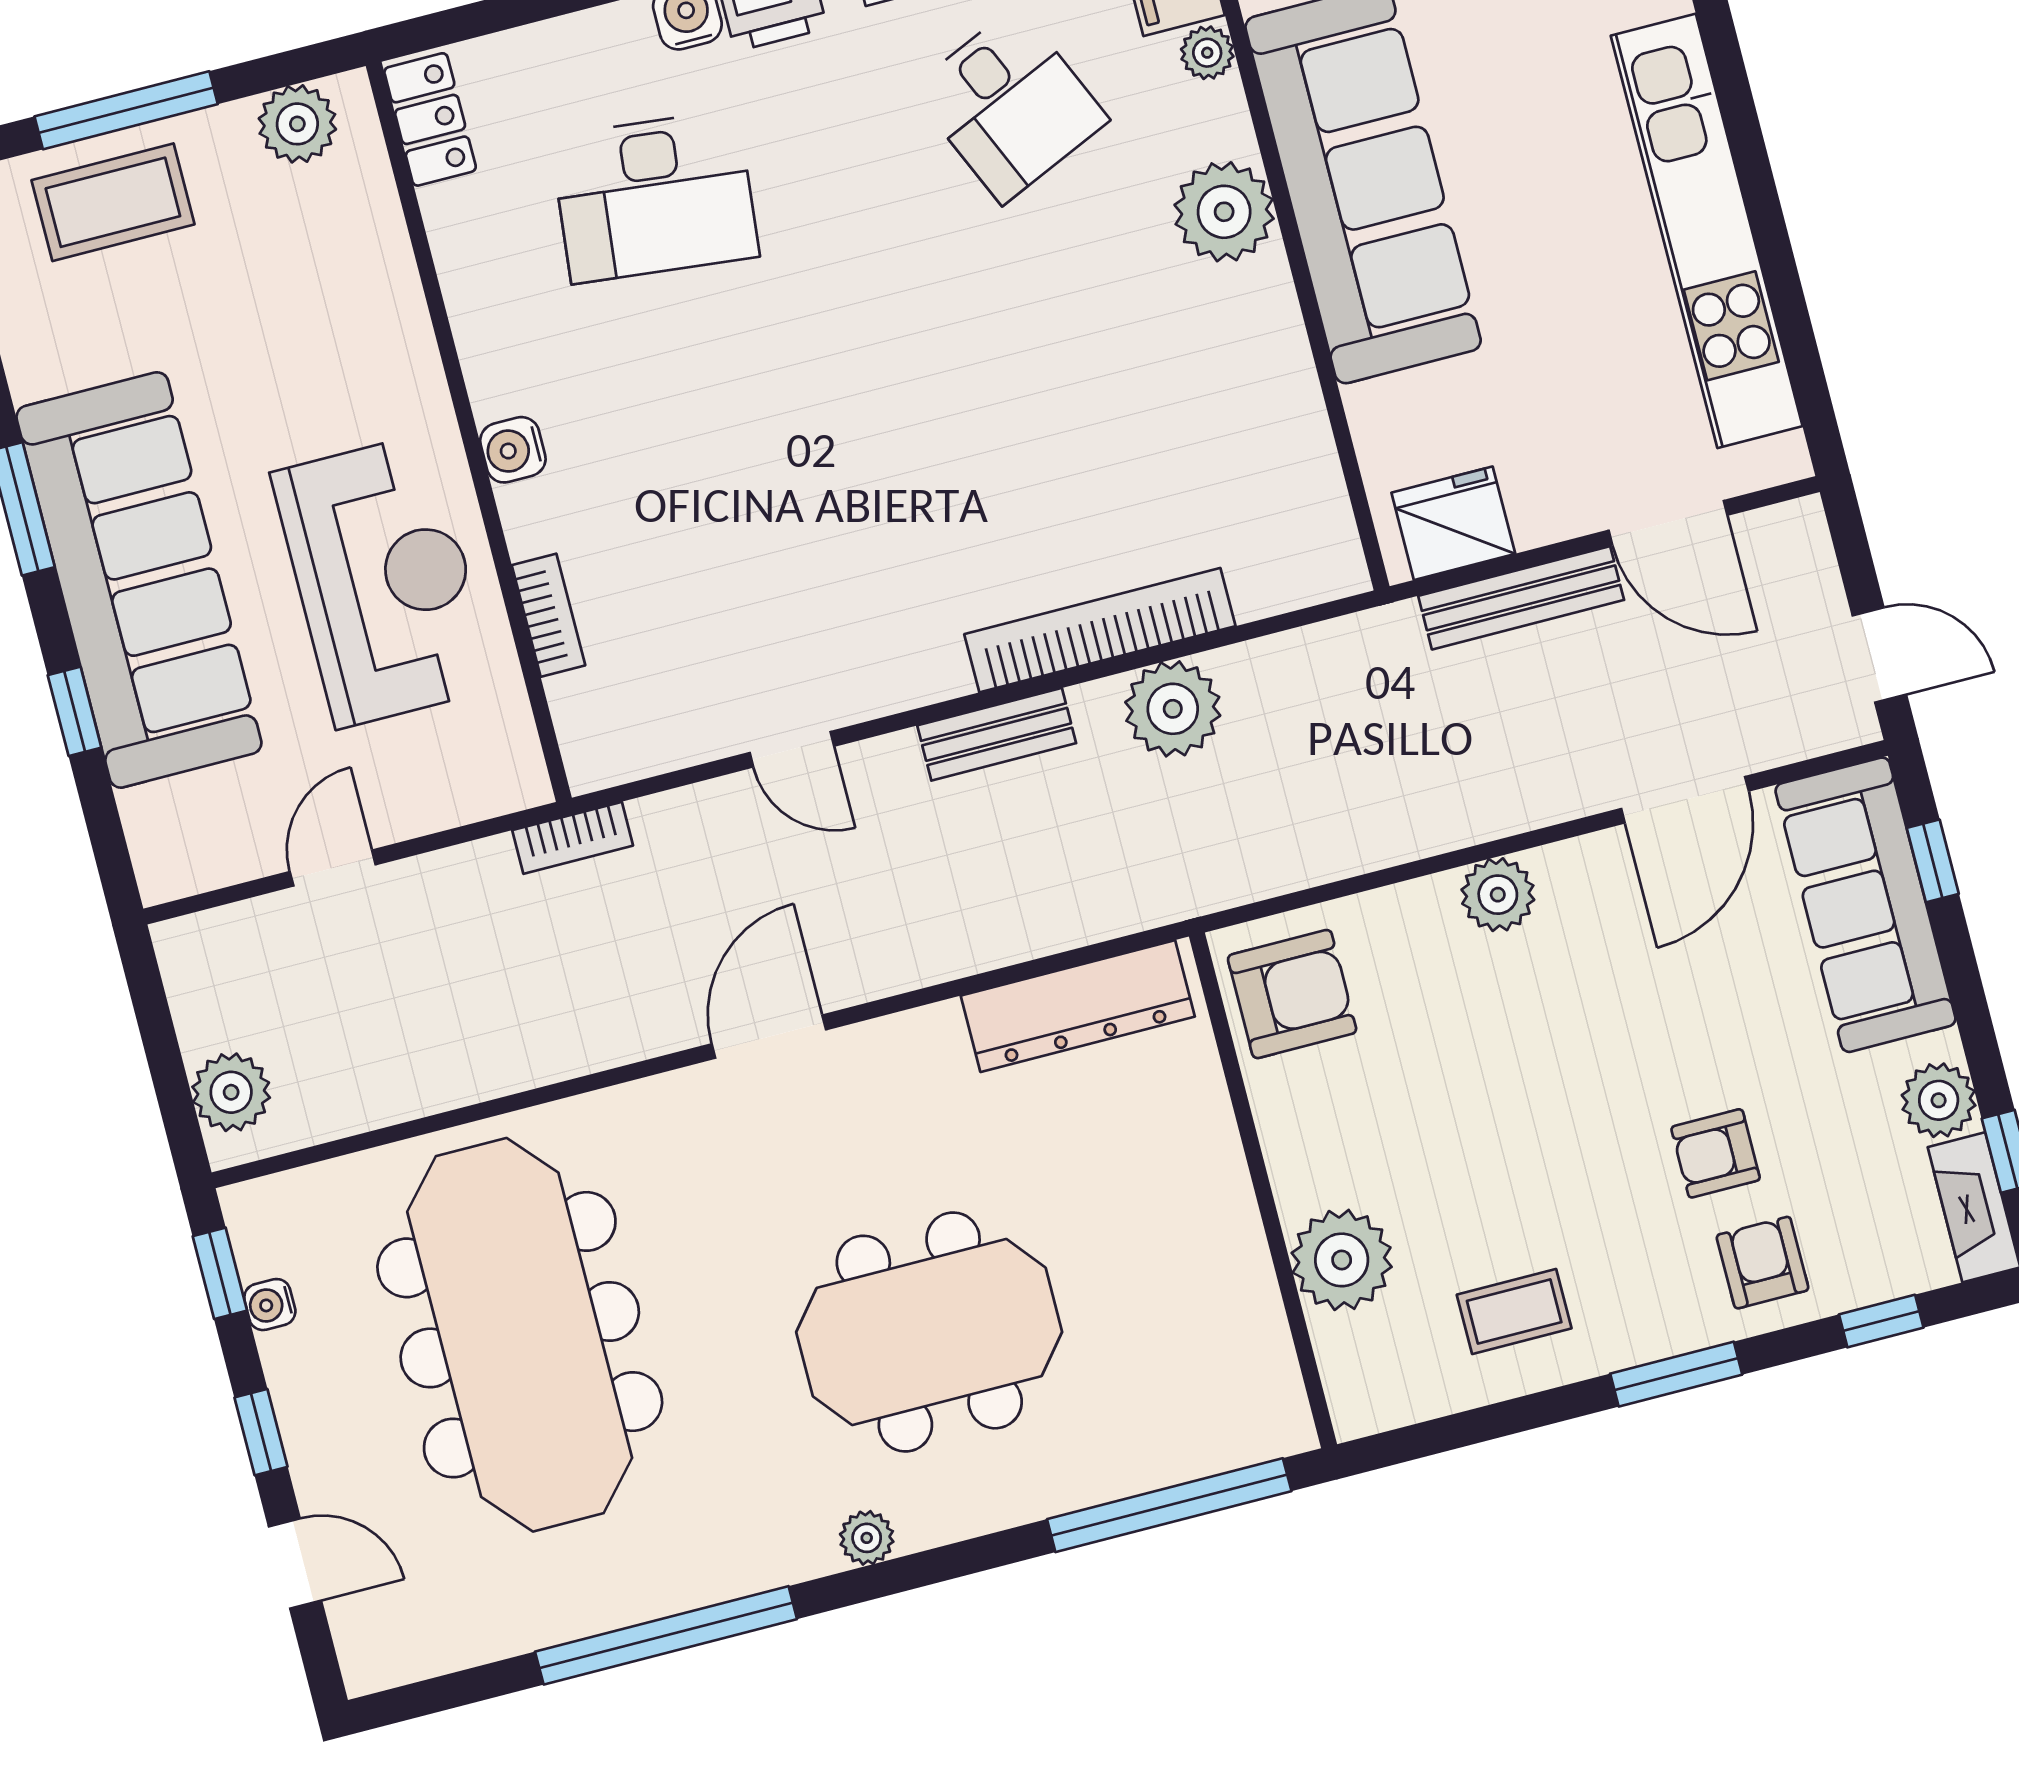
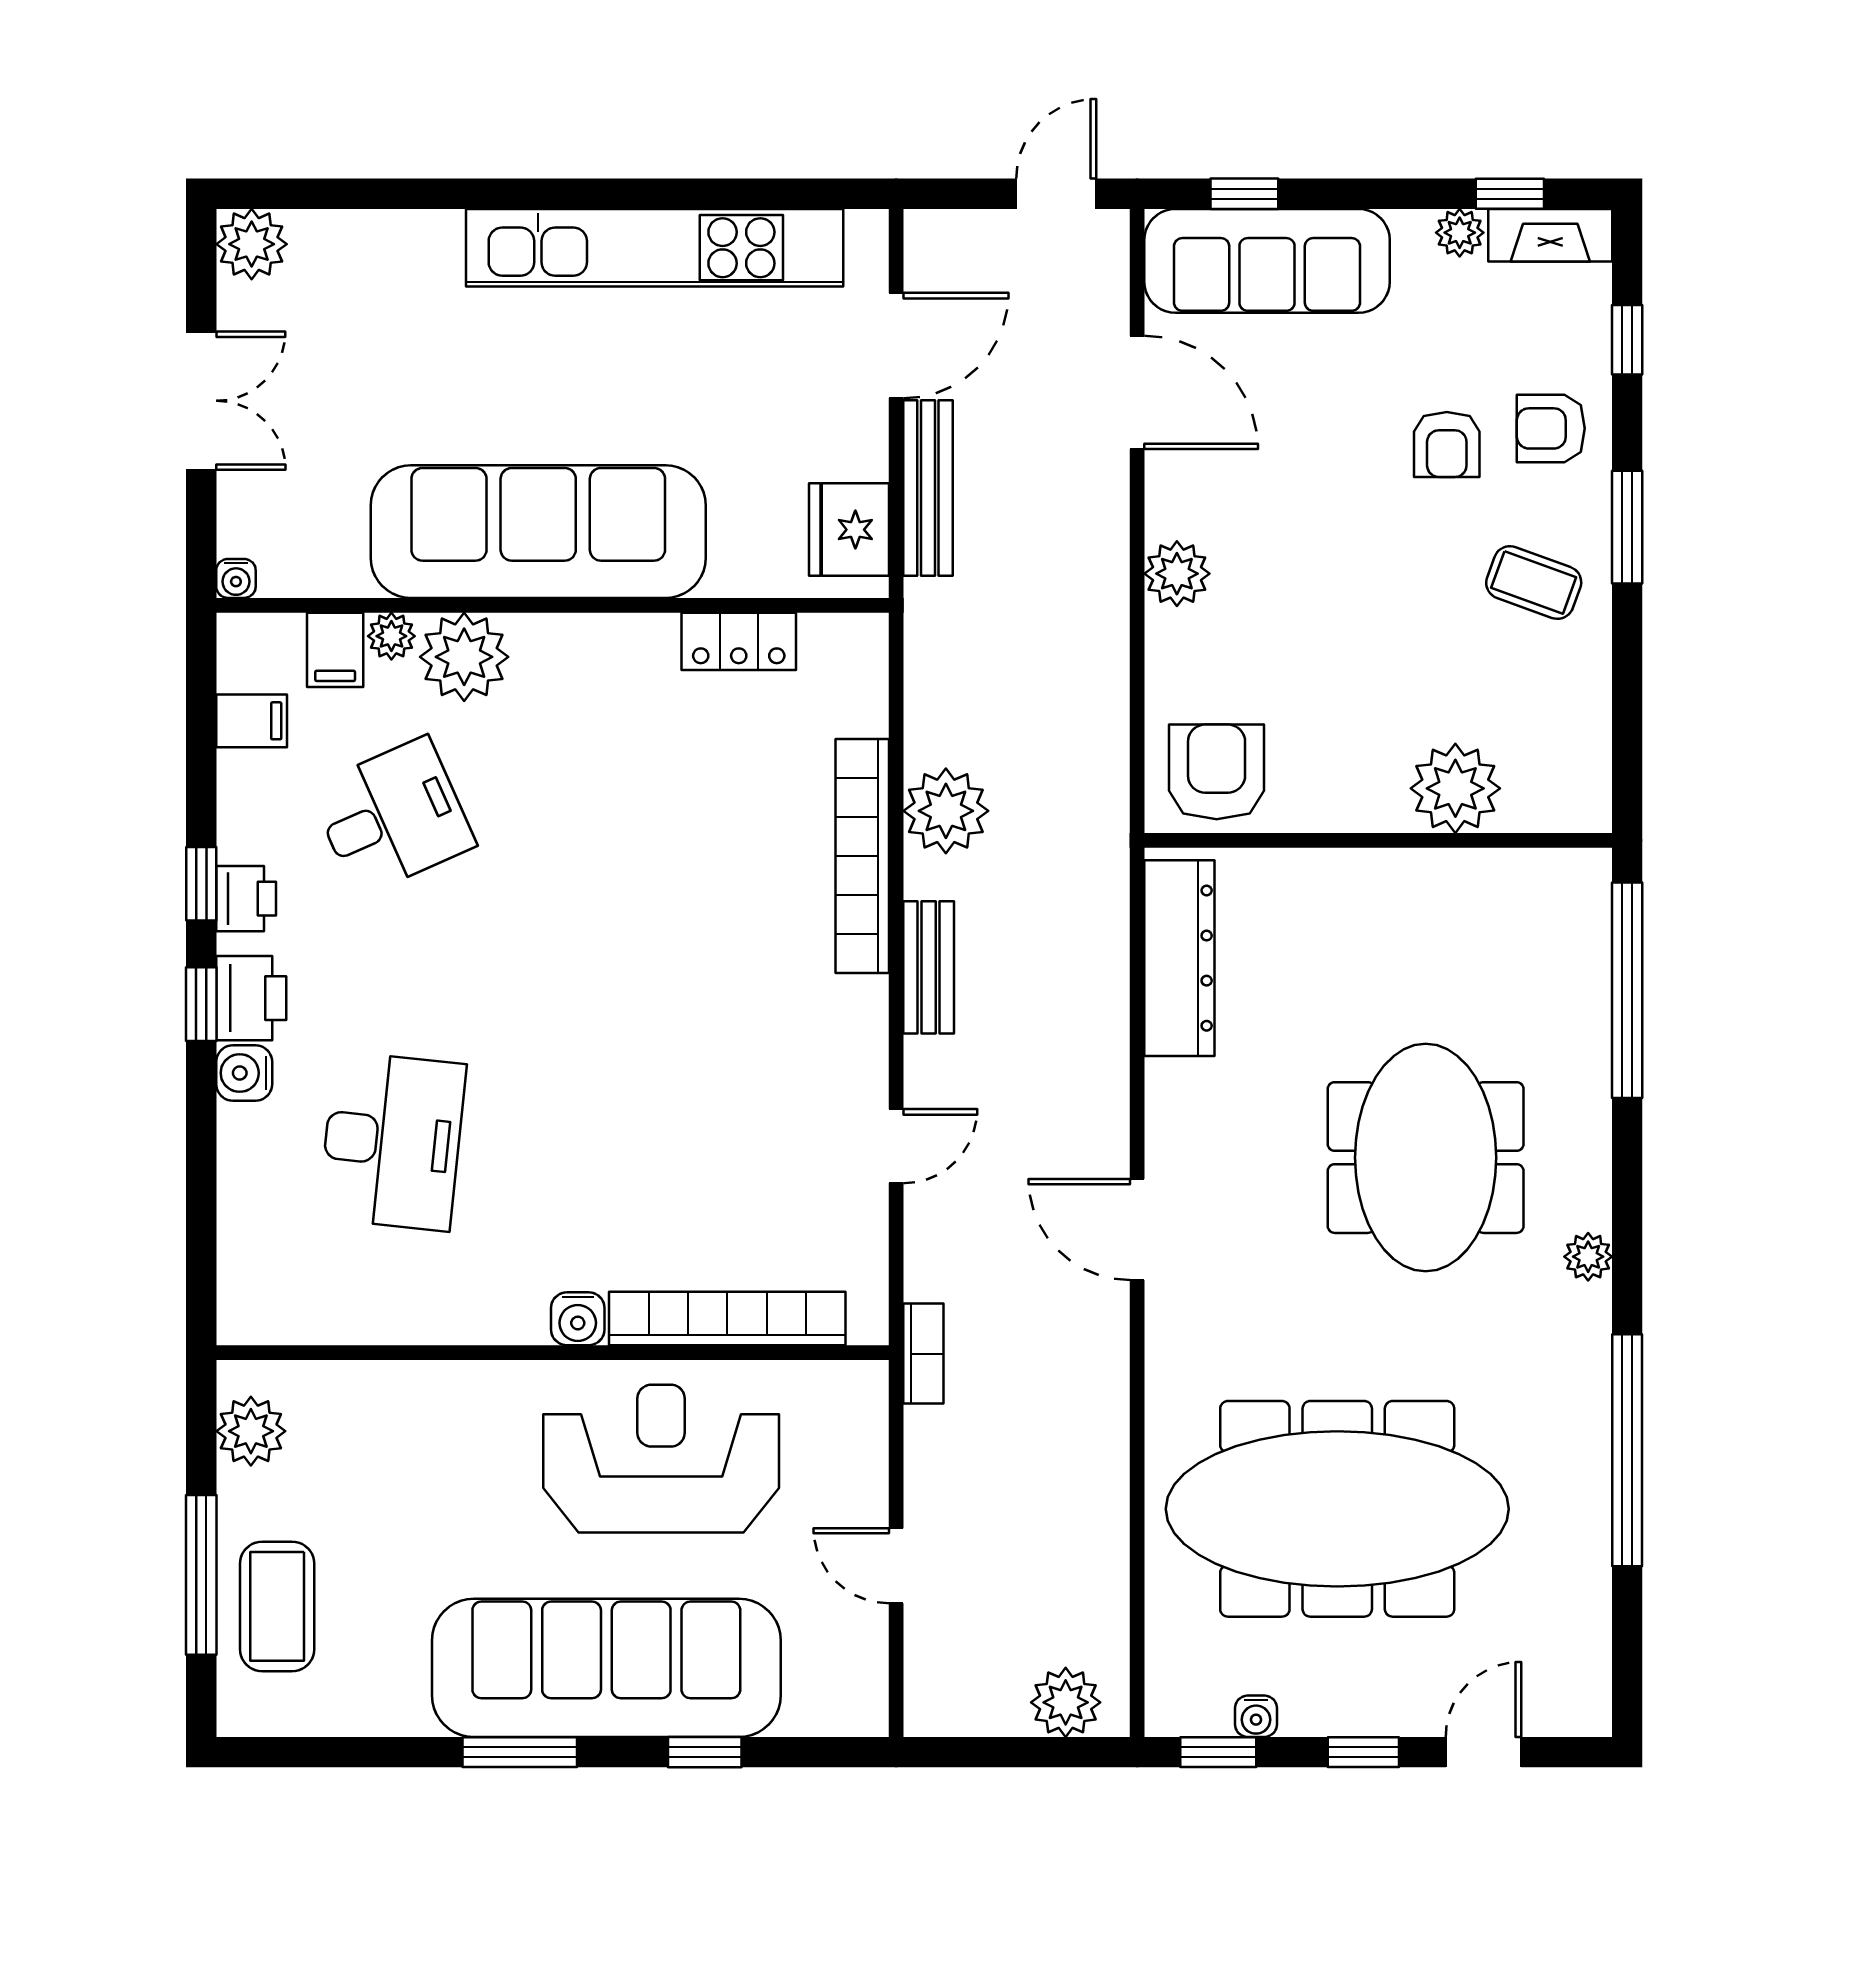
locker: (430, 119) -> (739, 641), moved, turned 180
plant: (1224, 212) -> (464, 657), moved
bookcase: (548, 615) -> (727, 1319), width x2.31, depth x1.31
plant: (1939, 1100) -> (1460, 233), width x0.73, depth x0.73
coffee table: (1514, 1312) -> (1534, 583), moved, turned -70

